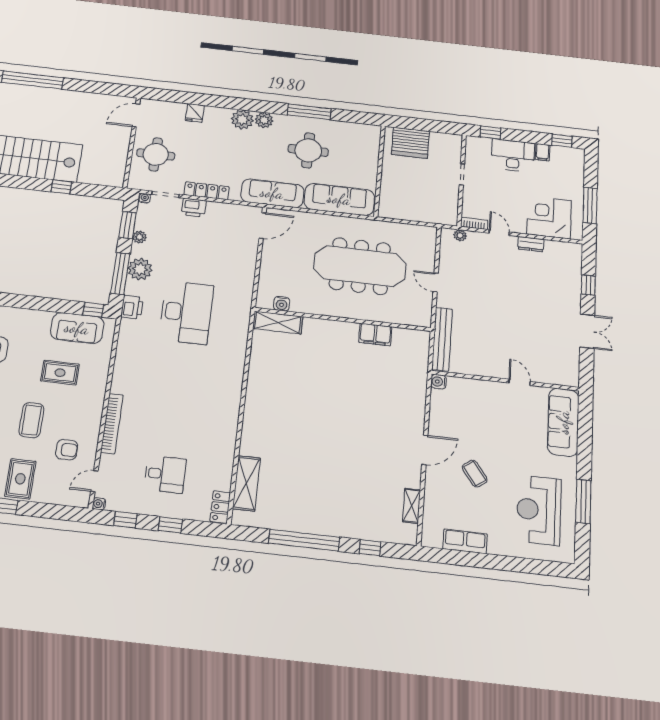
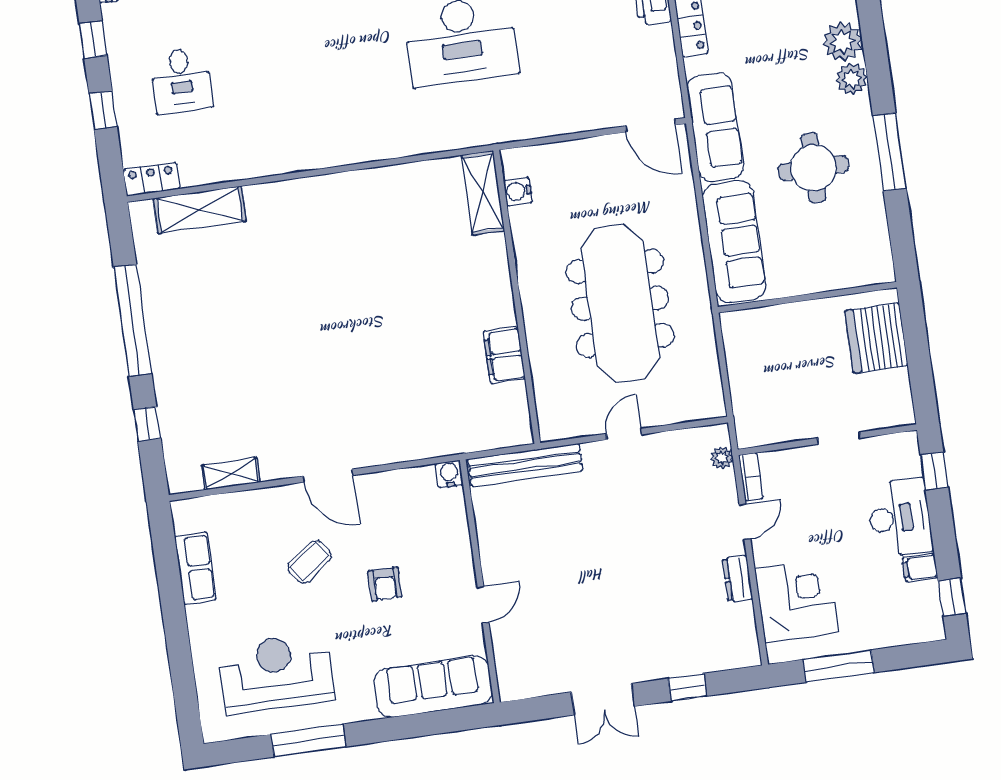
armchair: (497, 434) -> (385, 584), added

